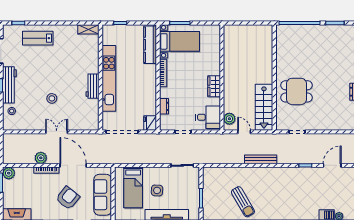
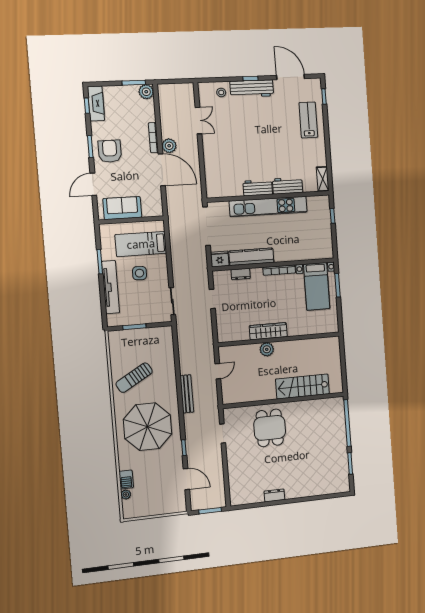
kitchen counter: (150, 45) -> (251, 257), moved
workbench: (92, 60) -> (288, 186), added
wardrobe: (214, 86) -> (268, 331), width x1.50
stool: (52, 98) -> (240, 140), removed
stairs: (264, 107) -> (303, 386), moved
desk: (208, 117) -> (232, 327), removed
plant: (229, 119) -> (267, 349), moved
double door: (57, 132) -> (198, 121), moved
plant: (41, 158) -> (169, 146), moved
door: (73, 165) -> (162, 170), hinge flipped
parasol: (285, 194) -> (148, 427), added
sofa: (103, 195) -> (122, 208), width x0.73
armchair: (68, 198) -> (110, 151), moved, turned -129

